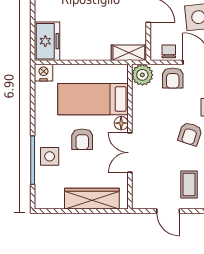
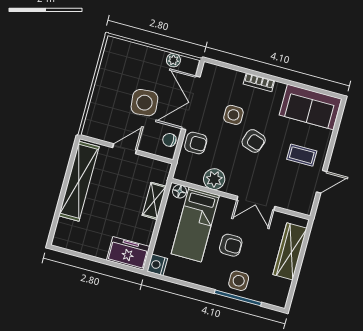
shelving: (129, 53) -> (154, 201), moved
plant: (142, 75) -> (214, 179), moved
floor lamp: (121, 123) -> (180, 191), moved

